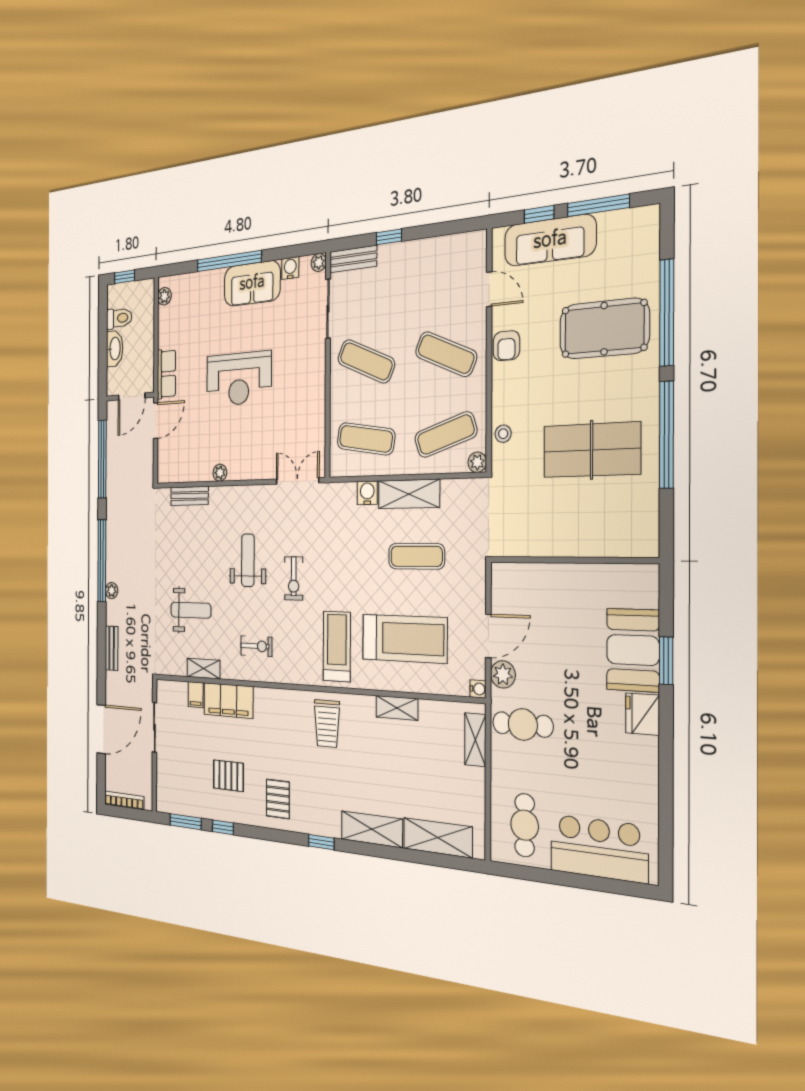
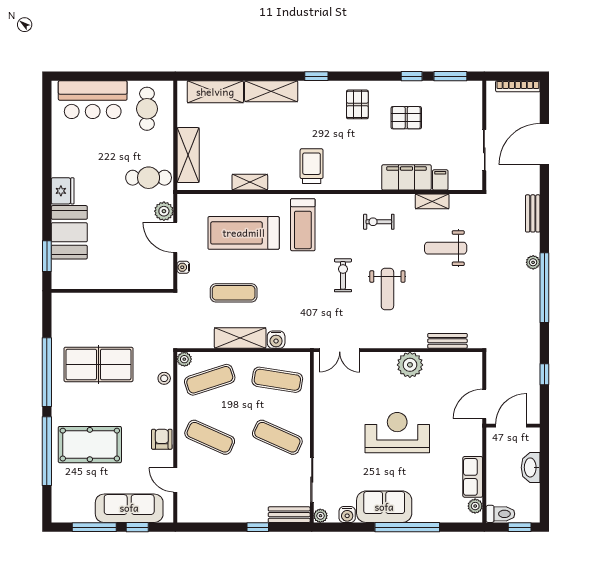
toilet: (119, 318) -> (500, 514), moved, turned 180
row of seats: (166, 374) -> (473, 477), moved
window: (102, 459) -> (544, 374), width x0.32
plant: (220, 473) -> (410, 365), width x1.87, depth x1.87
door: (488, 636) -> (175, 237), hinge flipped
window: (666, 661) -> (47, 256), moved
water cooler: (478, 689) -> (183, 267), moved
shelving: (475, 740) -> (188, 155), width x1.50, depth x1.33

